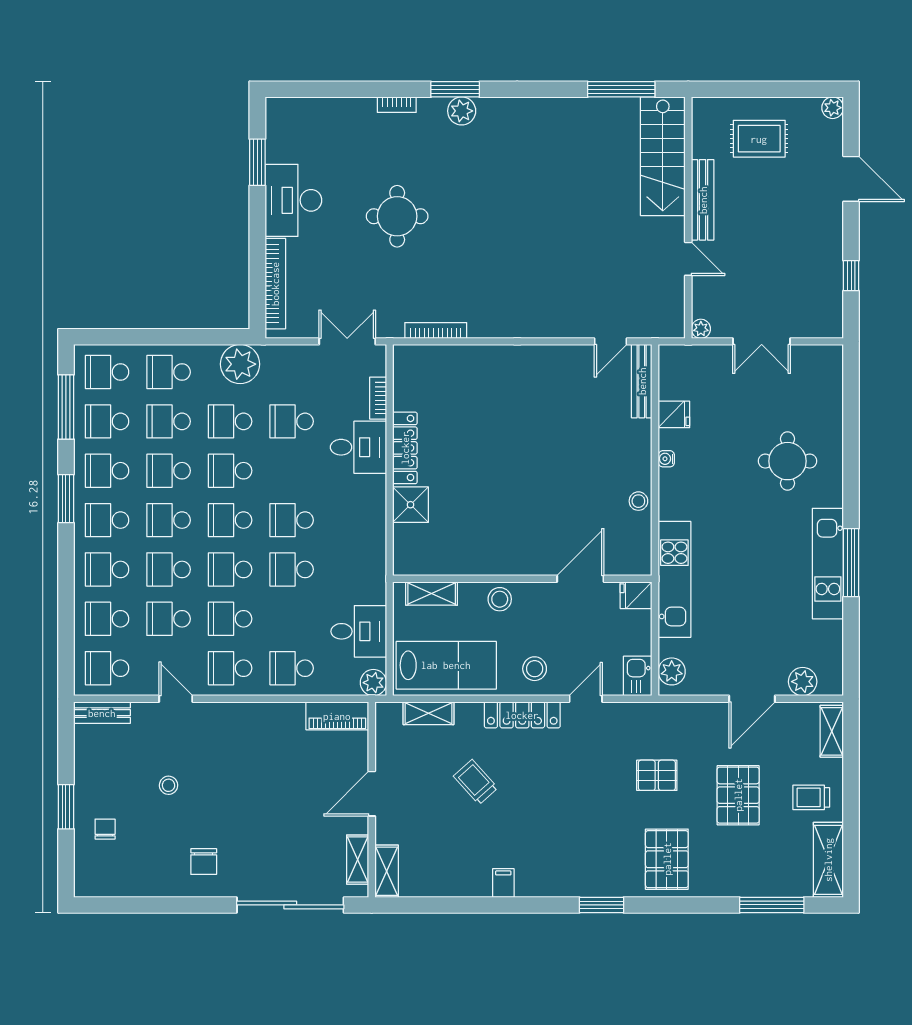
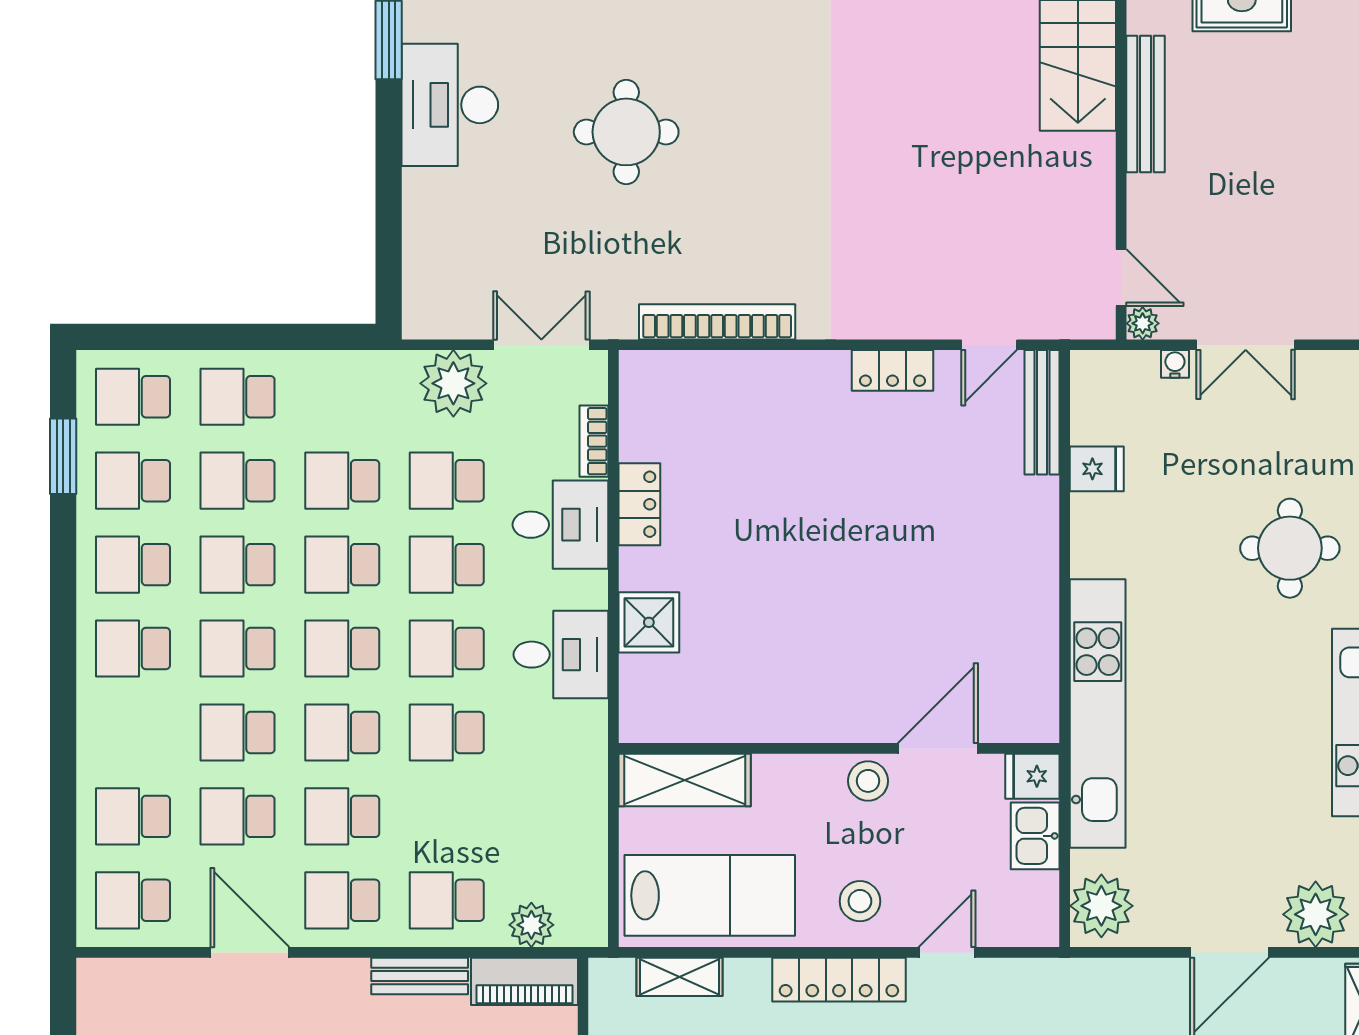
door: (688, 259) -> (1121, 278), moved
bookcase: (275, 284) -> (419, 247), removed
bookcase: (436, 330) -> (717, 322), width x1.48, depth x1.31
locker: (554, 357) -> (893, 370), added
plant: (240, 364) -> (453, 383), moved
window: (66, 407) -> (63, 456), width x0.69
locker: (405, 448) -> (639, 504), width x0.66
water cooler: (666, 459) -> (1175, 364), moved, turned 90
window: (66, 499) -> (63, 612), removed
stool: (638, 501) -> (1036, 616), removed
school desk: (107, 569) -> (447, 565), moved
kitchen unit: (674, 579) -> (1098, 713), width x1.36
shelving: (432, 594) -> (685, 780), width x1.50, depth x1.33
stool: (500, 599) -> (868, 781), moved
desk: (359, 631) -> (561, 655), moved
plant: (672, 671) -> (1101, 906), width x1.36, depth x1.36
kitchen sink: (638, 676) -> (1035, 836), moved
plant: (803, 682) -> (1316, 914), width x1.36, depth x1.36
plant: (373, 683) -> (531, 925), moved
door: (176, 699) -> (250, 952), width x1.38
bench: (102, 713) -> (420, 976), moved

